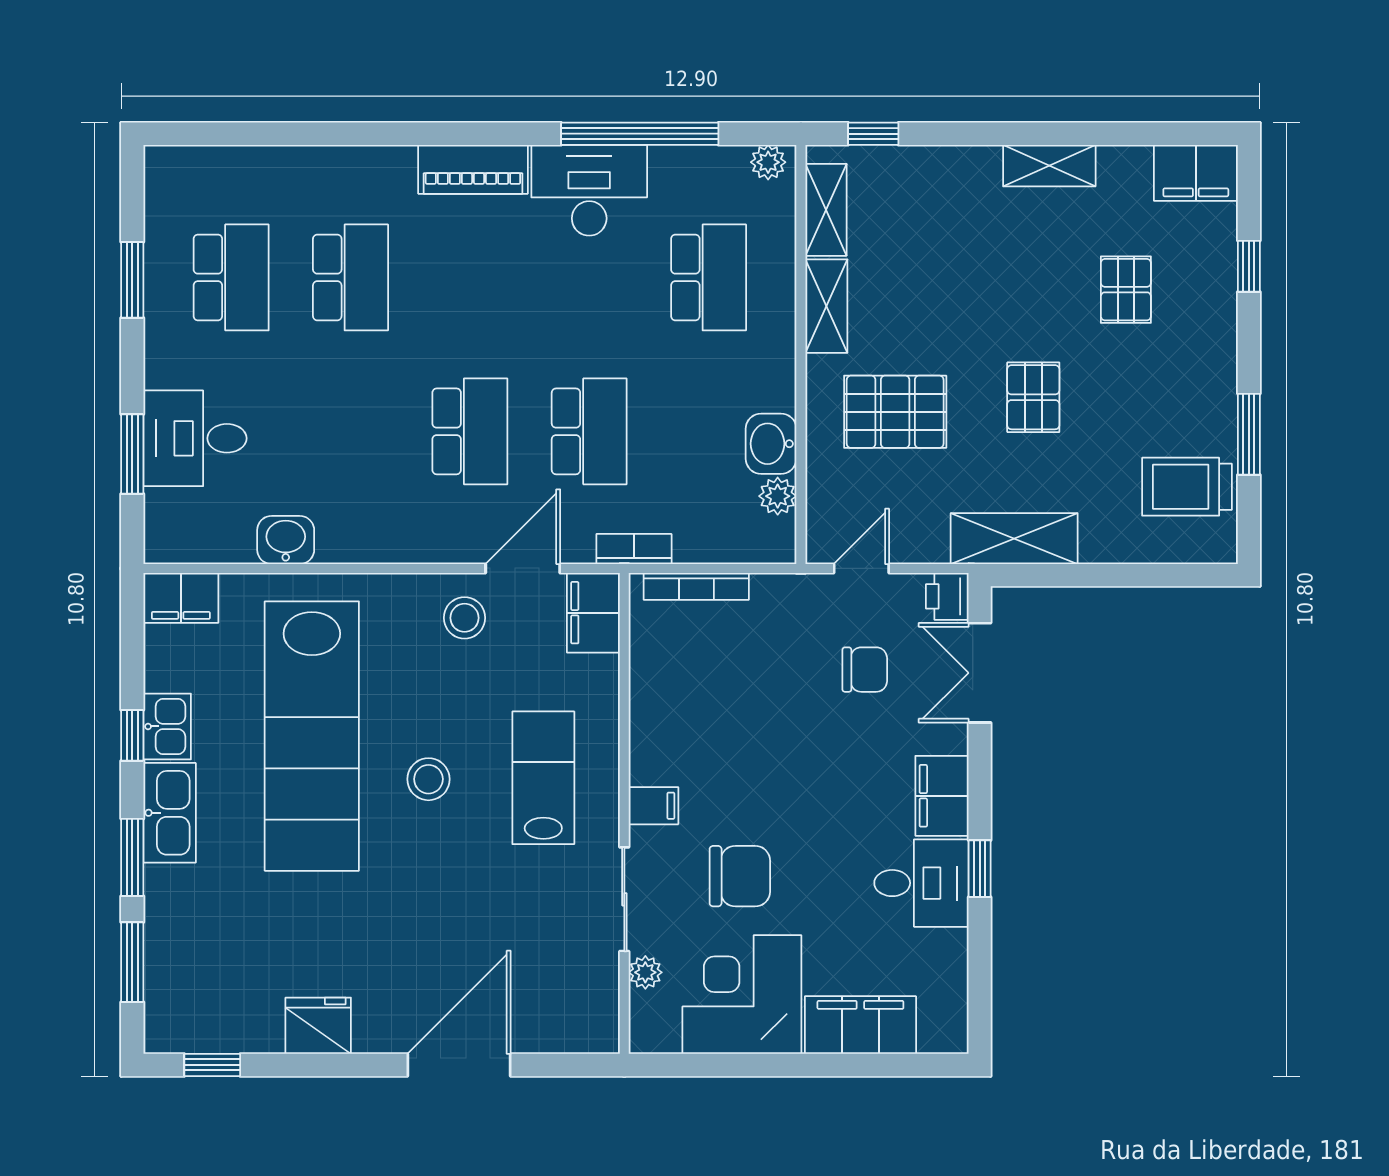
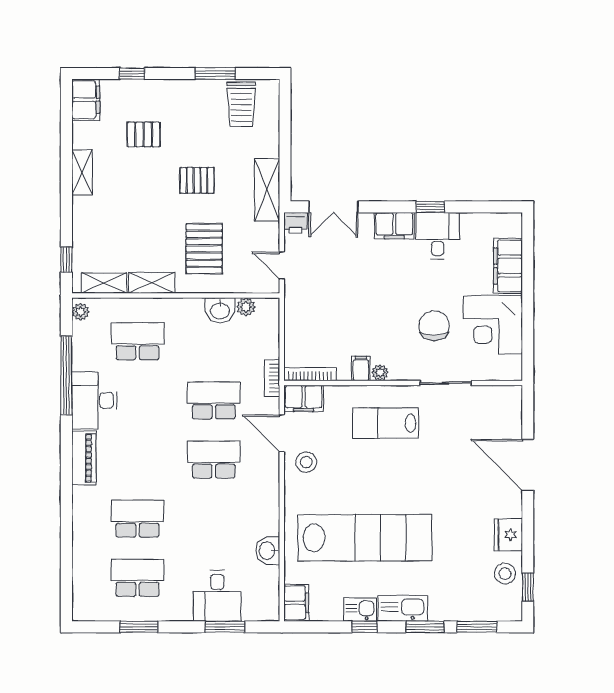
bookcase: (696, 586) -> (310, 374), moved, turned -90
chair: (865, 670) -> (332, 264), removed
stool: (428, 779) -> (505, 574), moved
filing cabinet: (654, 806) -> (361, 368), moved
plant: (645, 972) -> (380, 373), moved

